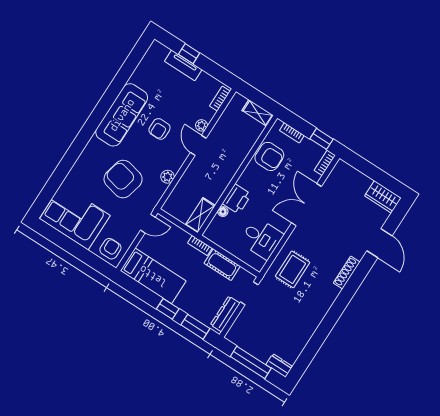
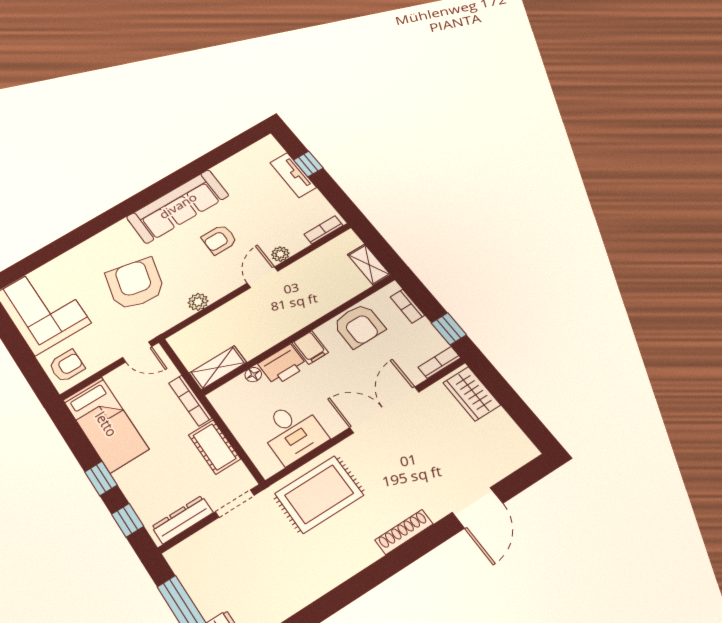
filing cabinet: (248, 182) -> (310, 348), added
wardrobe: (383, 197) -> (472, 394), moved
bookcase: (200, 246) -> (190, 401), width x1.56
rug: (293, 269) -> (319, 494), width x1.36, depth x1.43
window: (195, 327) -> (128, 520), width x0.67

